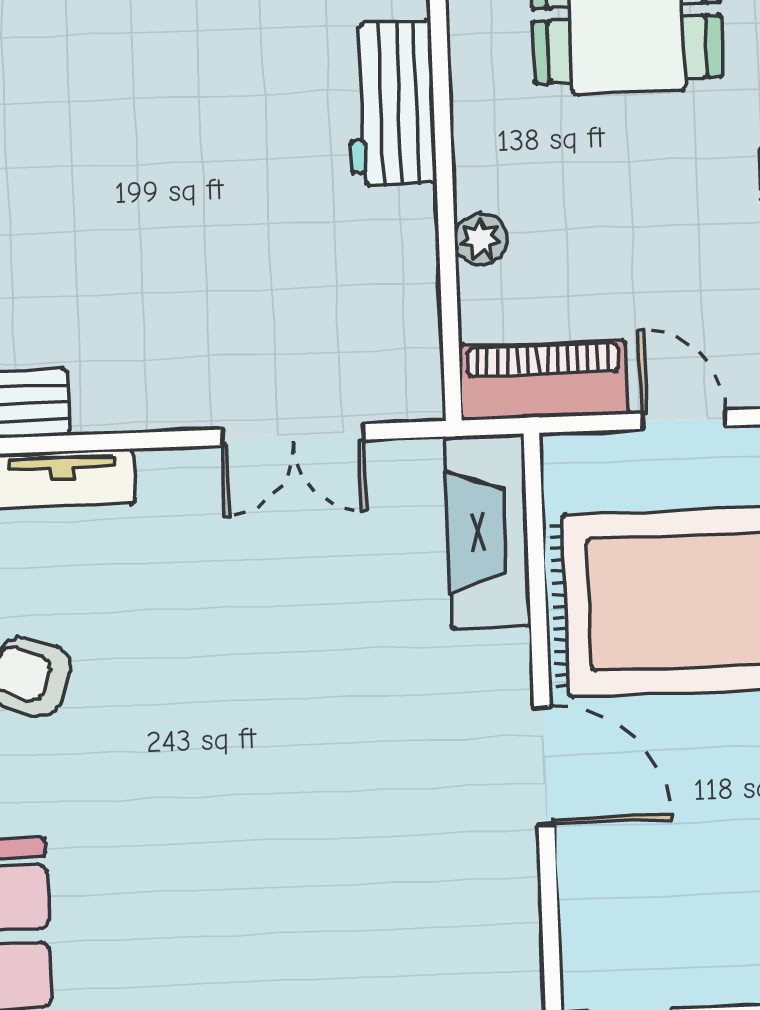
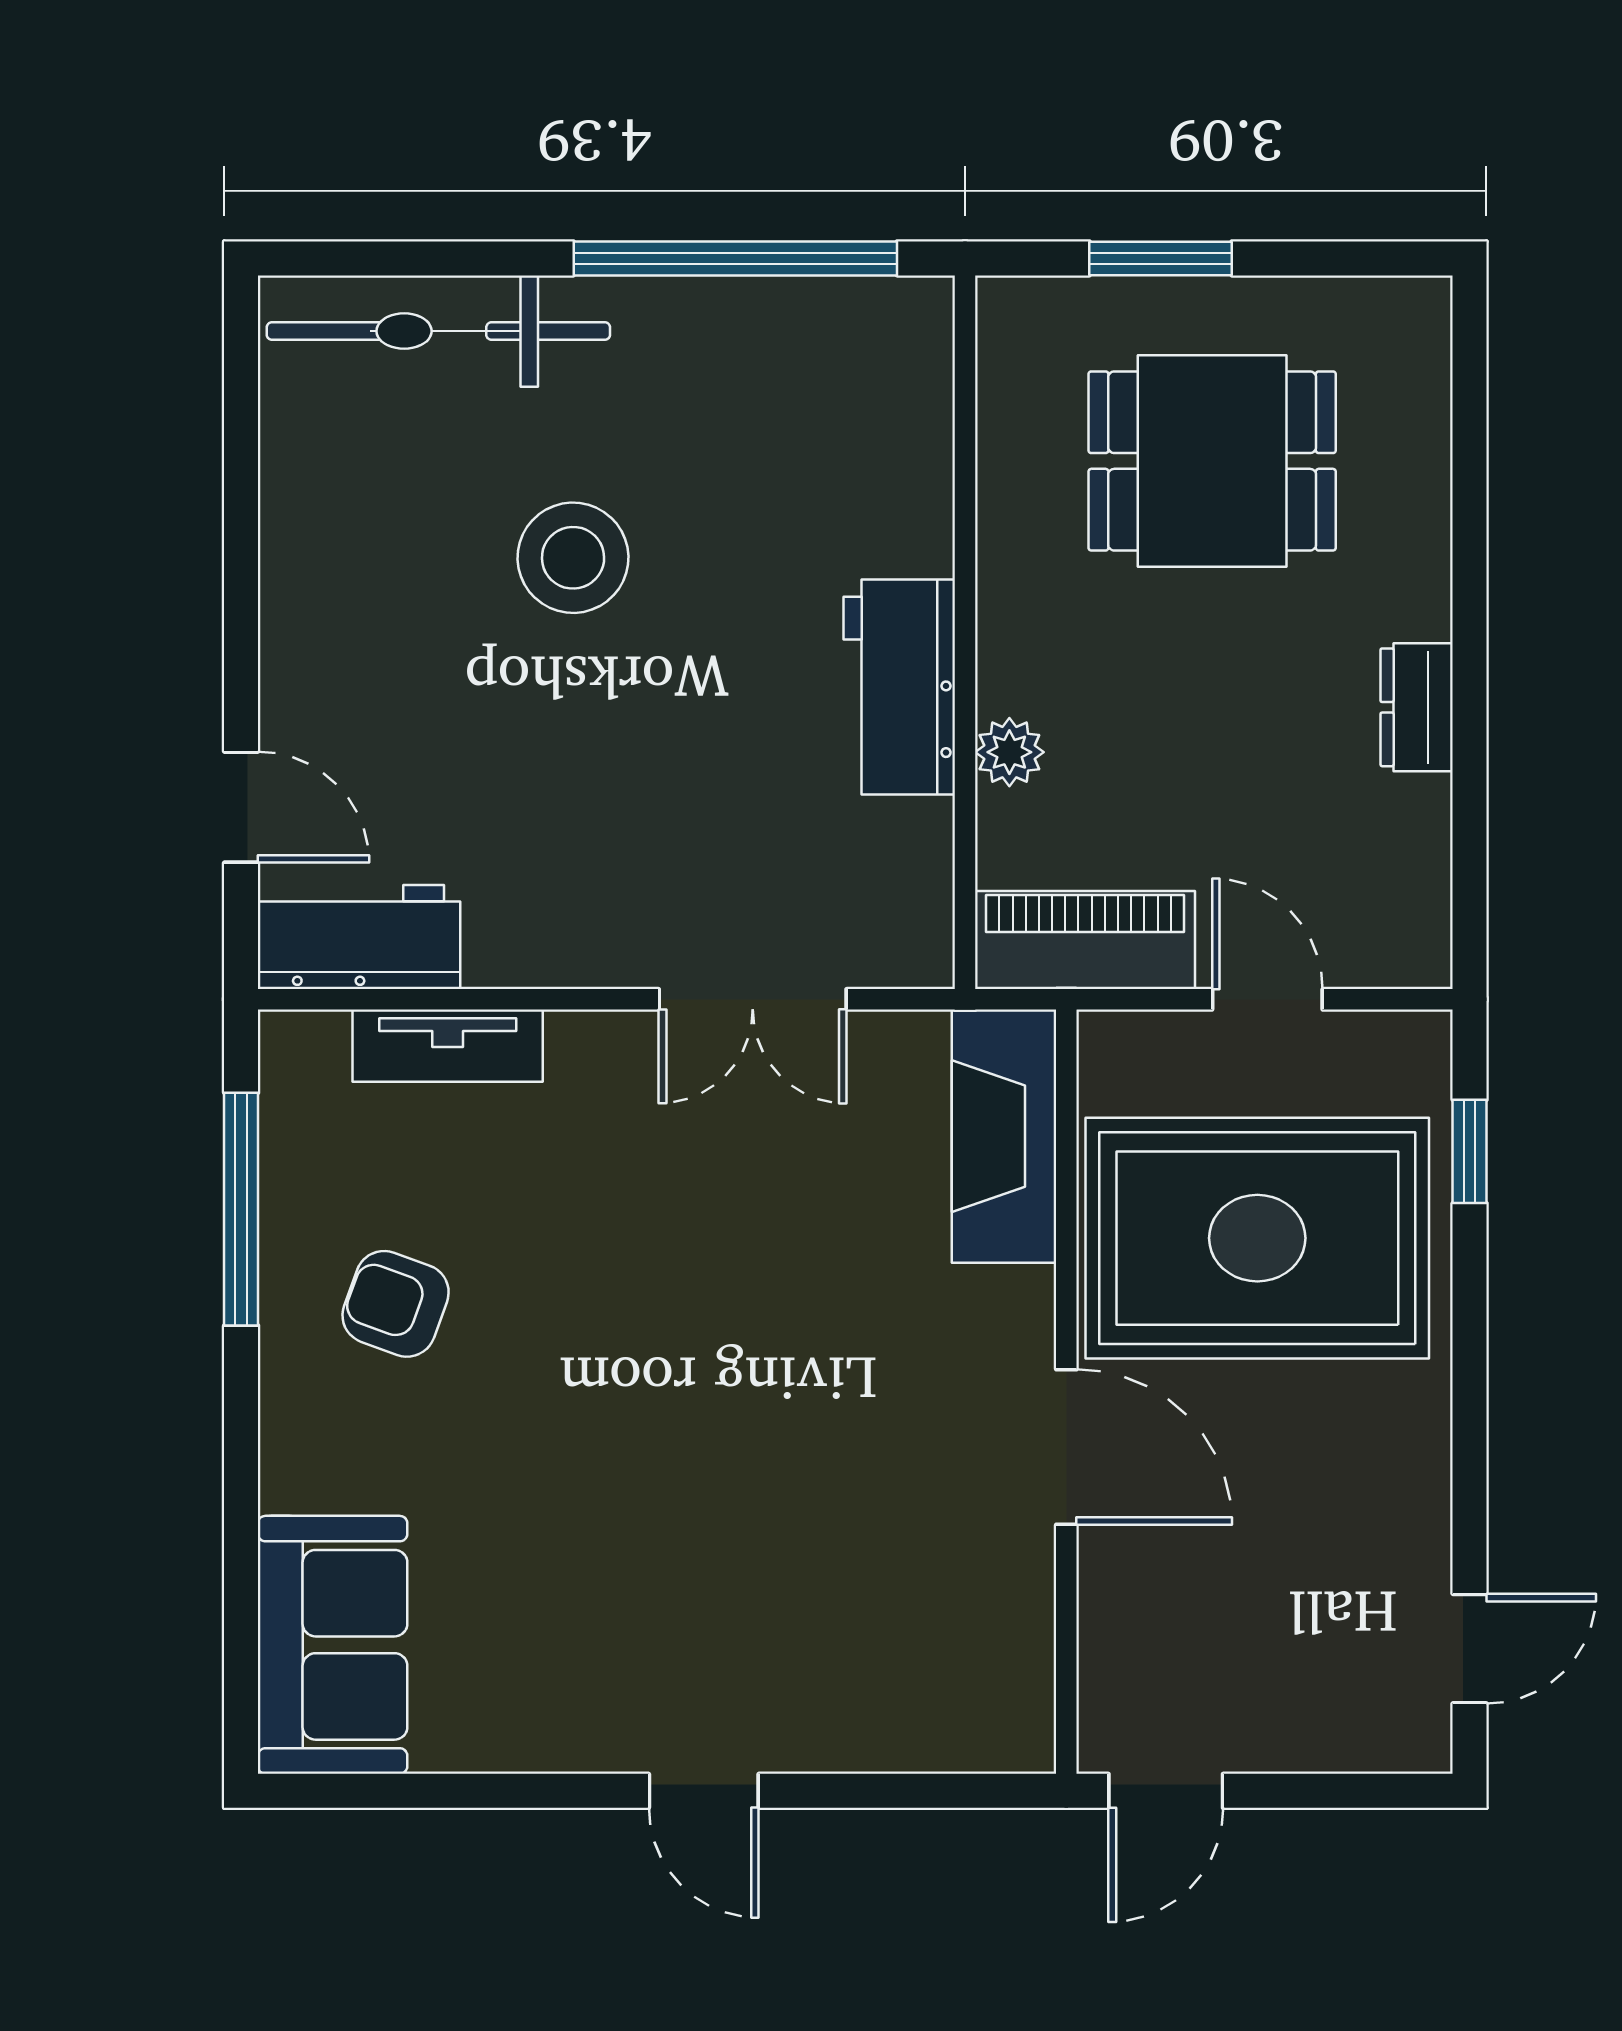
workbench: (392, 103) -> (899, 687), moved
stool: (143, 104) -> (573, 558), added

